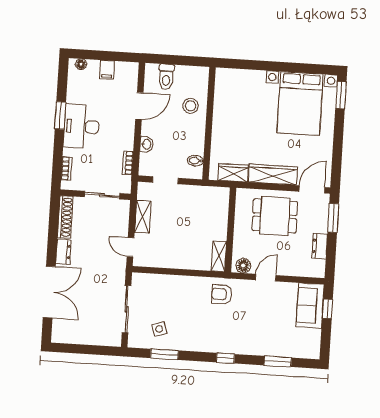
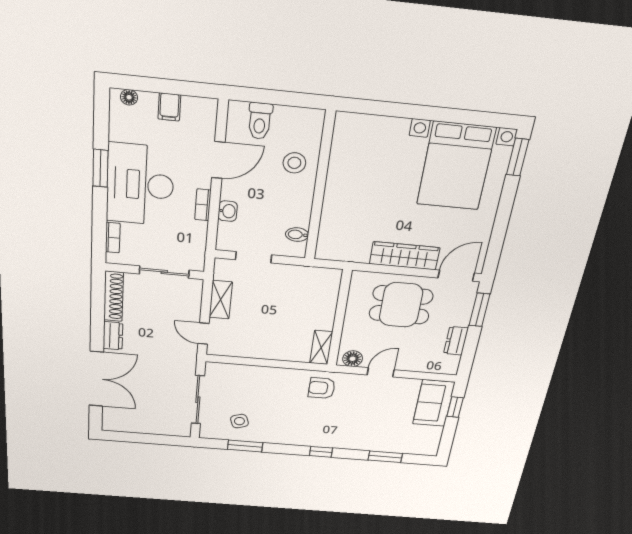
desk: (82, 126) -> (140, 185), width x1.36, depth x1.30
bookcase: (128, 163) -> (203, 205), moved
wardrobe: (233, 173) -> (349, 252), removed

